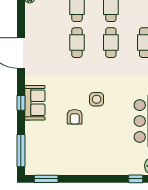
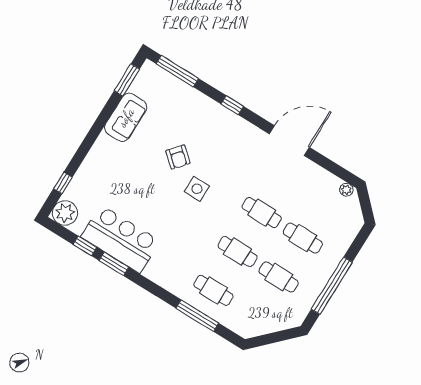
side table: (97, 99) -> (197, 189), moved
sofa: (35, 103) -> (126, 117), moved, turned -90
armchair: (75, 117) -> (178, 157), turned -139

